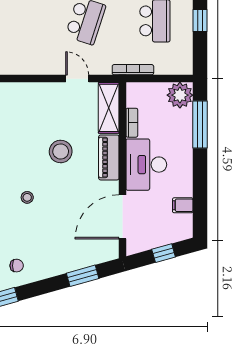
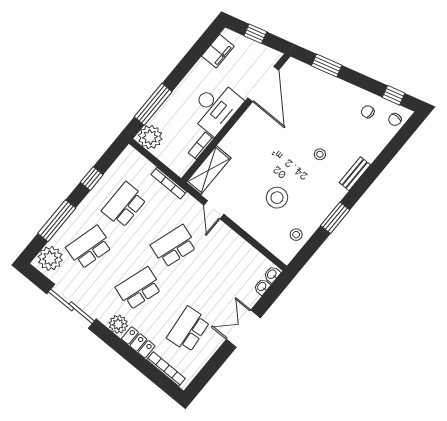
stool: (61, 151) -> (277, 198), moved
piano: (109, 157) -> (238, 135), removed
filing cabinet: (183, 205) -> (218, 51), width x2.00
door: (122, 217) -> (263, 84), hinge flipped

